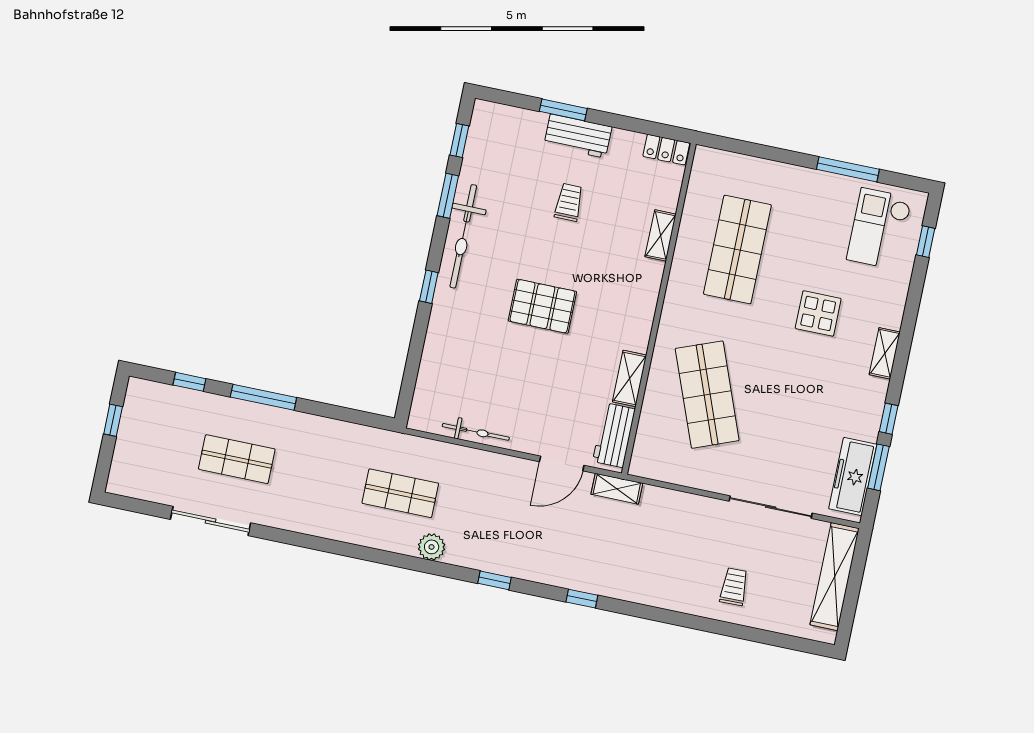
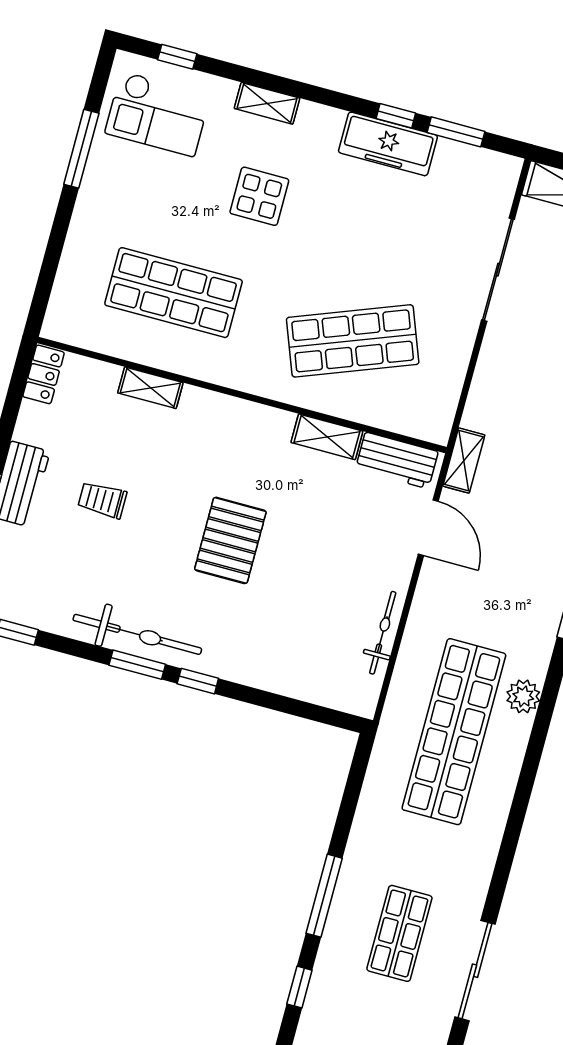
window: (448, 196) -> (137, 665), moved
shelving: (885, 353) -> (267, 103), moved
freezer: (853, 477) -> (388, 144), moved
shop shelf: (400, 493) -> (454, 732), width x2.00, depth x1.36

